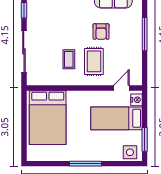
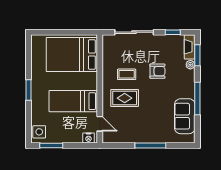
armchair: (101, 32) -> (157, 71), moved, turned 180
bed: (116, 118) -> (73, 101), moved, turned -90
window: (85, 164) -> (28, 90), width x0.69

